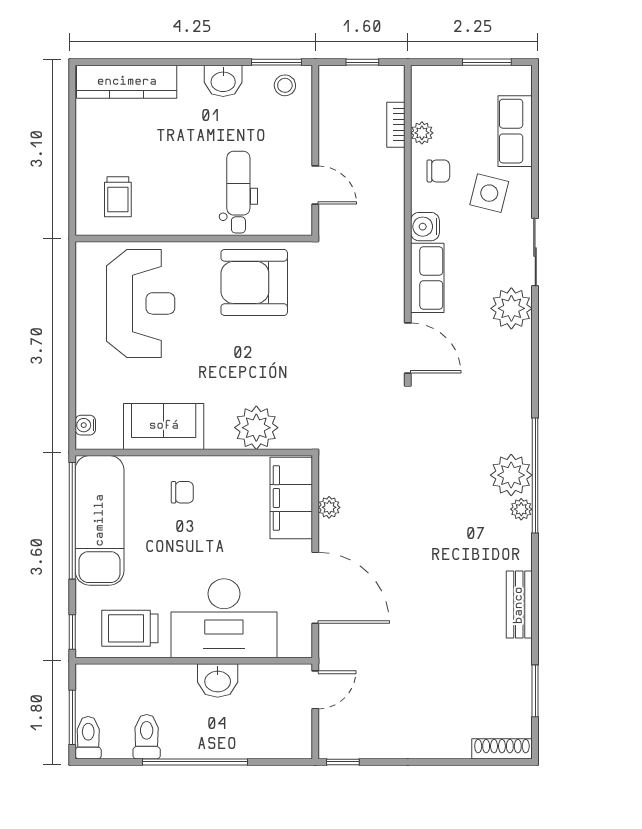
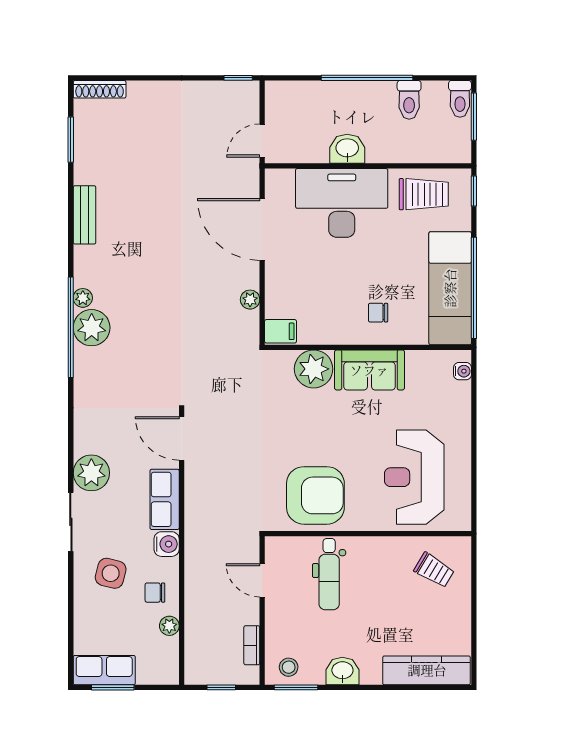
bookcase: (396, 125) -> (252, 645), moved, turned 180
row of seats: (515, 131) -> (104, 670), moved, turned -90
trolley: (118, 197) -> (434, 570), turned 121
sofa: (164, 426) -> (369, 370), moved
filing cabinet: (291, 498) -> (281, 331), width x0.33, depth x0.86

